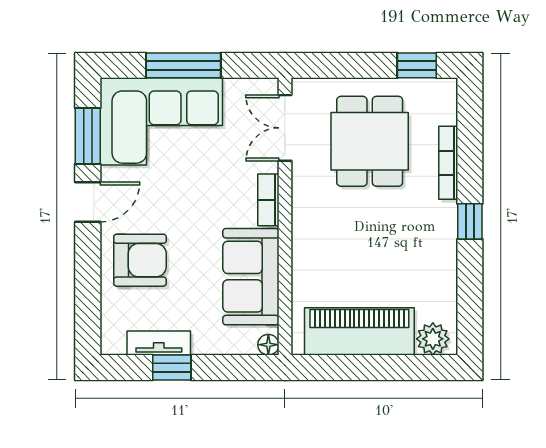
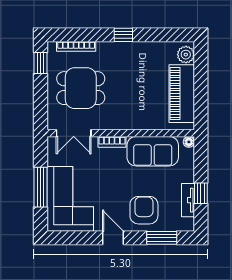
window: (88, 136) -> (162, 238), moved
bookcase: (448, 163) -> (76, 46), moved

